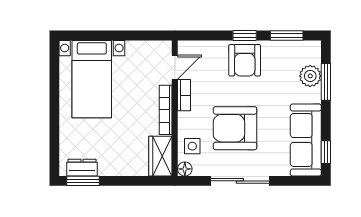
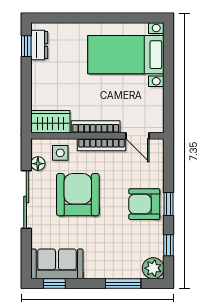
window: (287, 35) -> (168, 245), width x0.67
plant: (310, 76) -> (153, 268), moved
bookcase: (184, 95) -> (101, 145), width x1.56
sofa: (306, 140) -> (57, 264), width x0.73
floor lamp: (185, 169) -> (38, 164), moved
window: (83, 181) -> (26, 46), width x0.67

